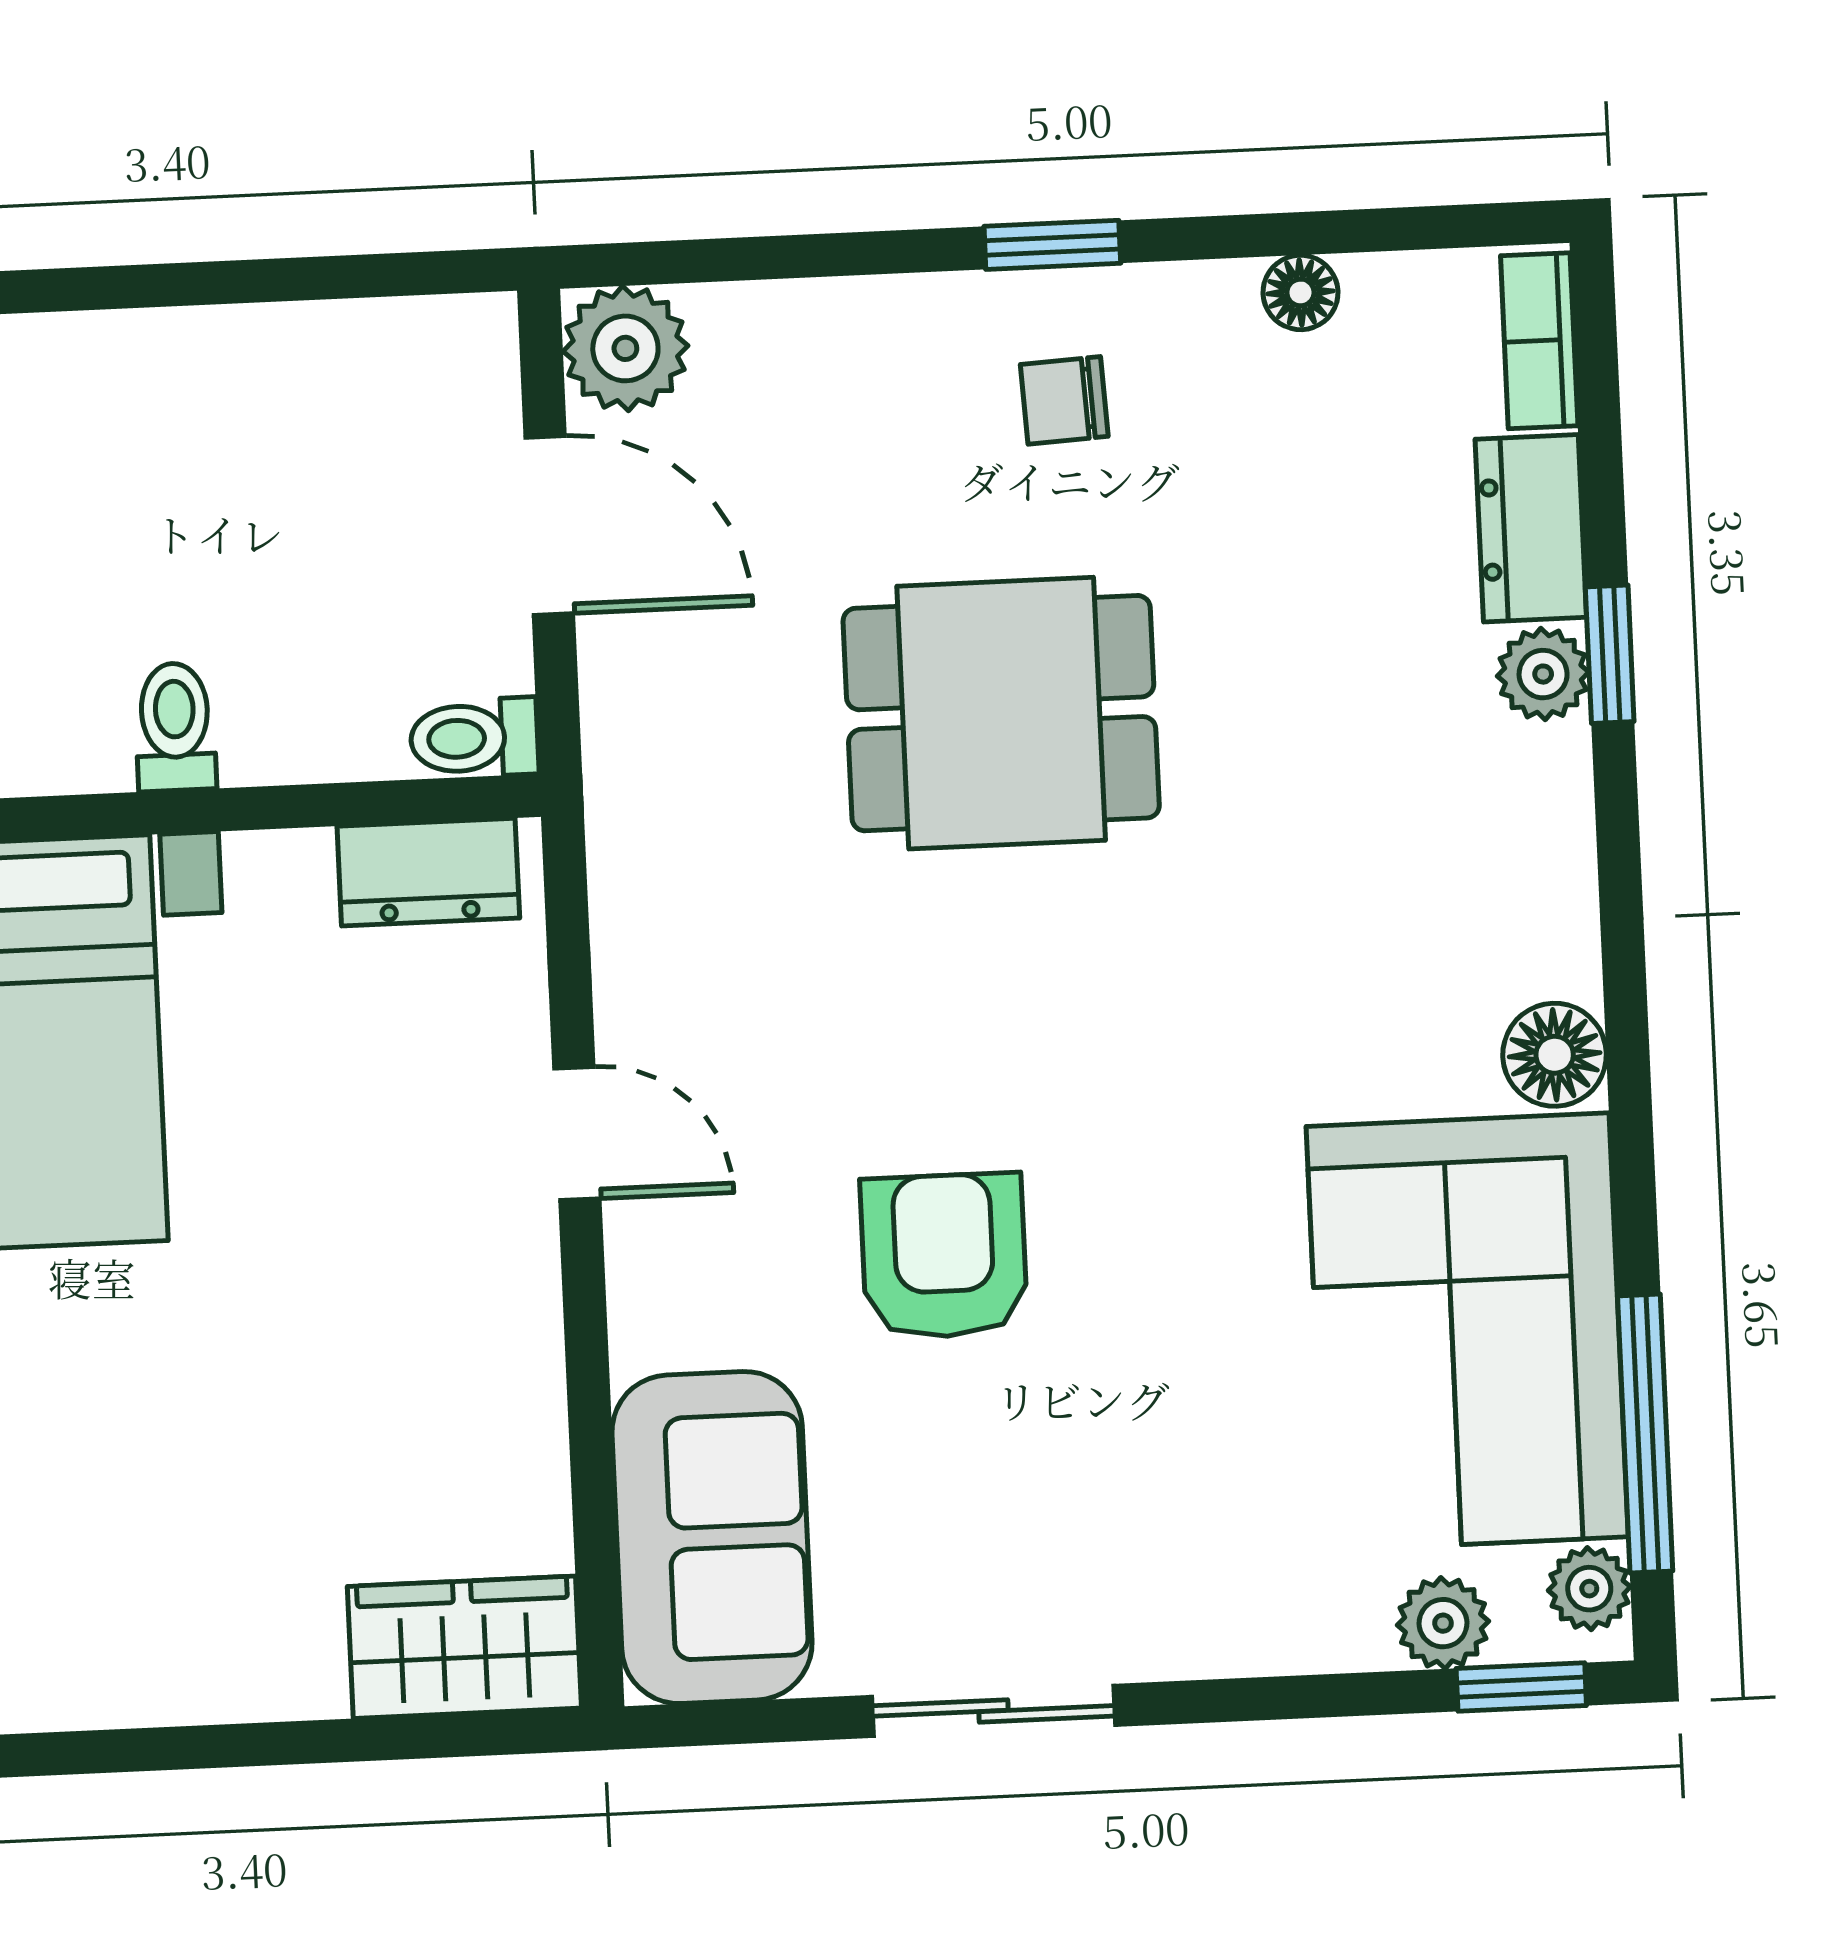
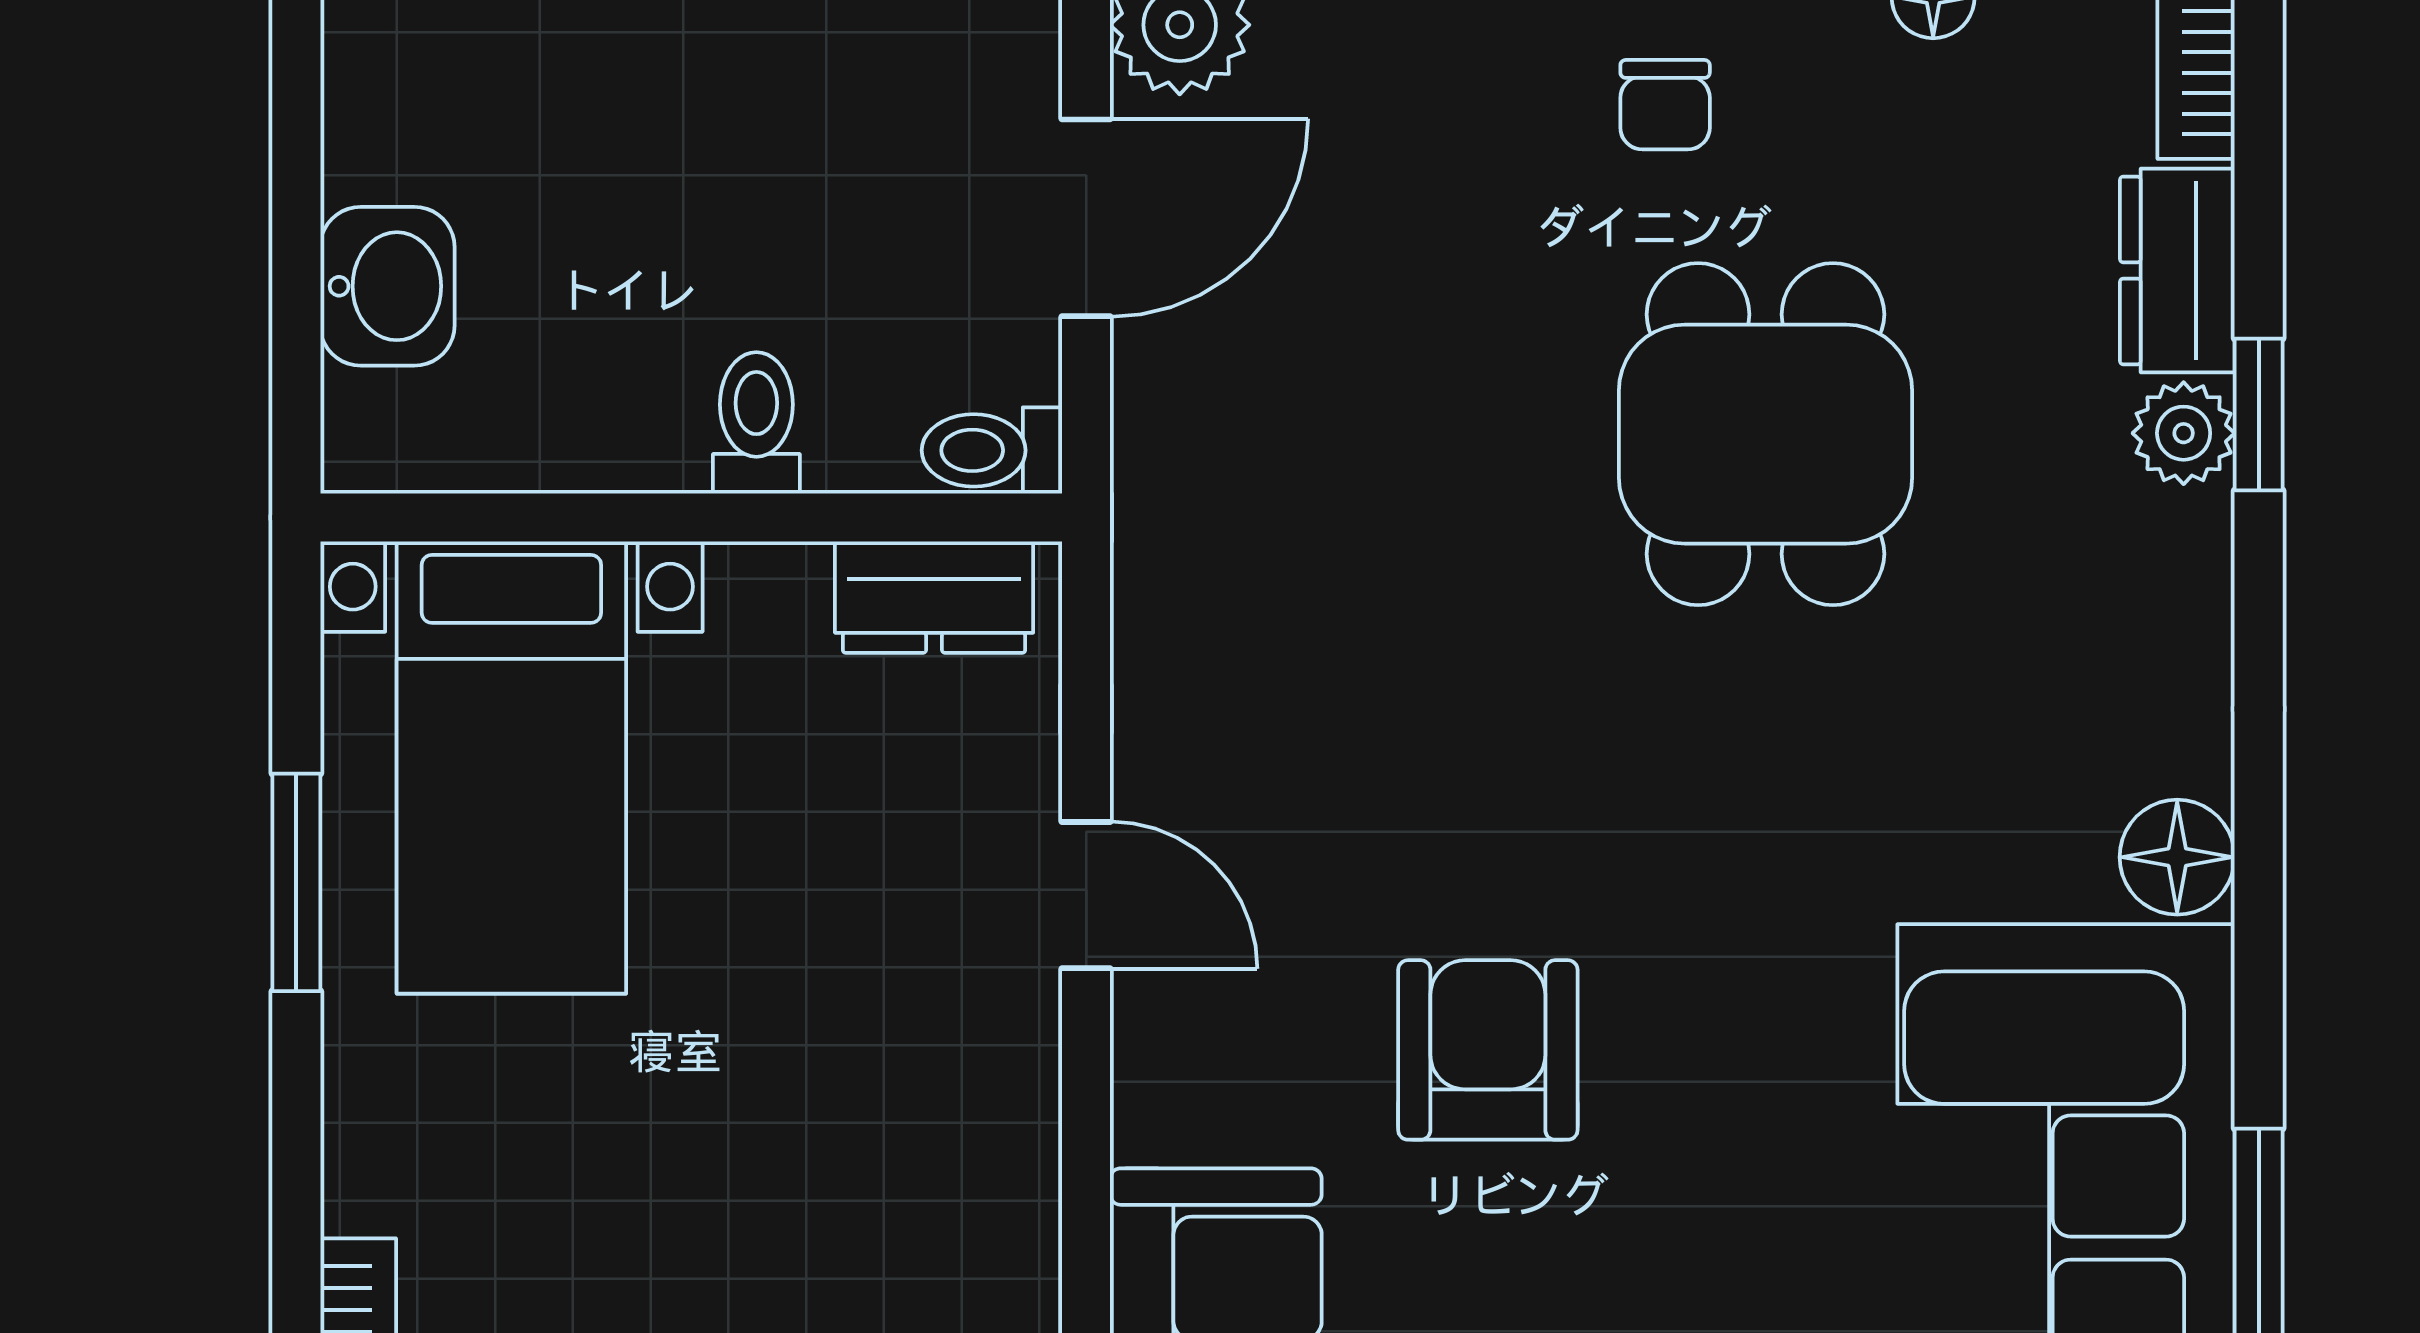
chair: (1064, 400) -> (1665, 105), turned -87
door: (549, 525) -> (1086, 218), hinge flipped
dining table: (1001, 713) -> (1765, 434), moved, turned 90
toilet: (175, 727) -> (756, 423), moved

